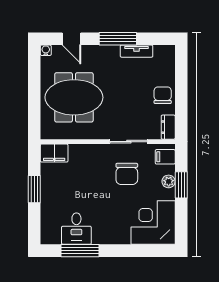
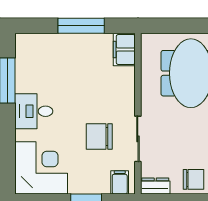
plant: (169, 181) -> (90, 186), removed
window: (34, 189) -> (81, 26), width x1.44
desk: (76, 229) -> (34, 111), moved

